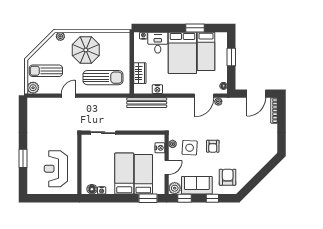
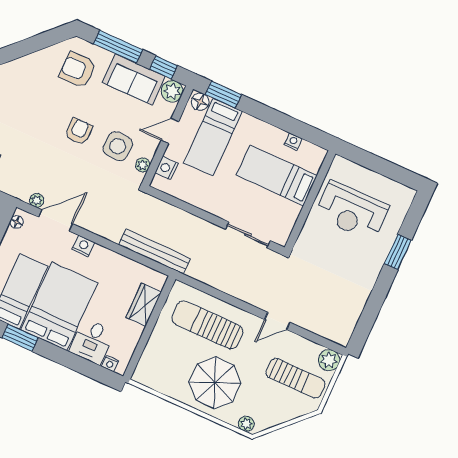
nightstand: (157, 89) -> (83, 246), moved
reception desk: (56, 169) -> (352, 211), turned 90
bed: (124, 174) -> (277, 175), moved, turned 90
armchair: (228, 177) -> (78, 70), turned 90
floor lamp: (92, 189) -> (200, 102), moved
window: (212, 198) -> (118, 47), width x2.17

